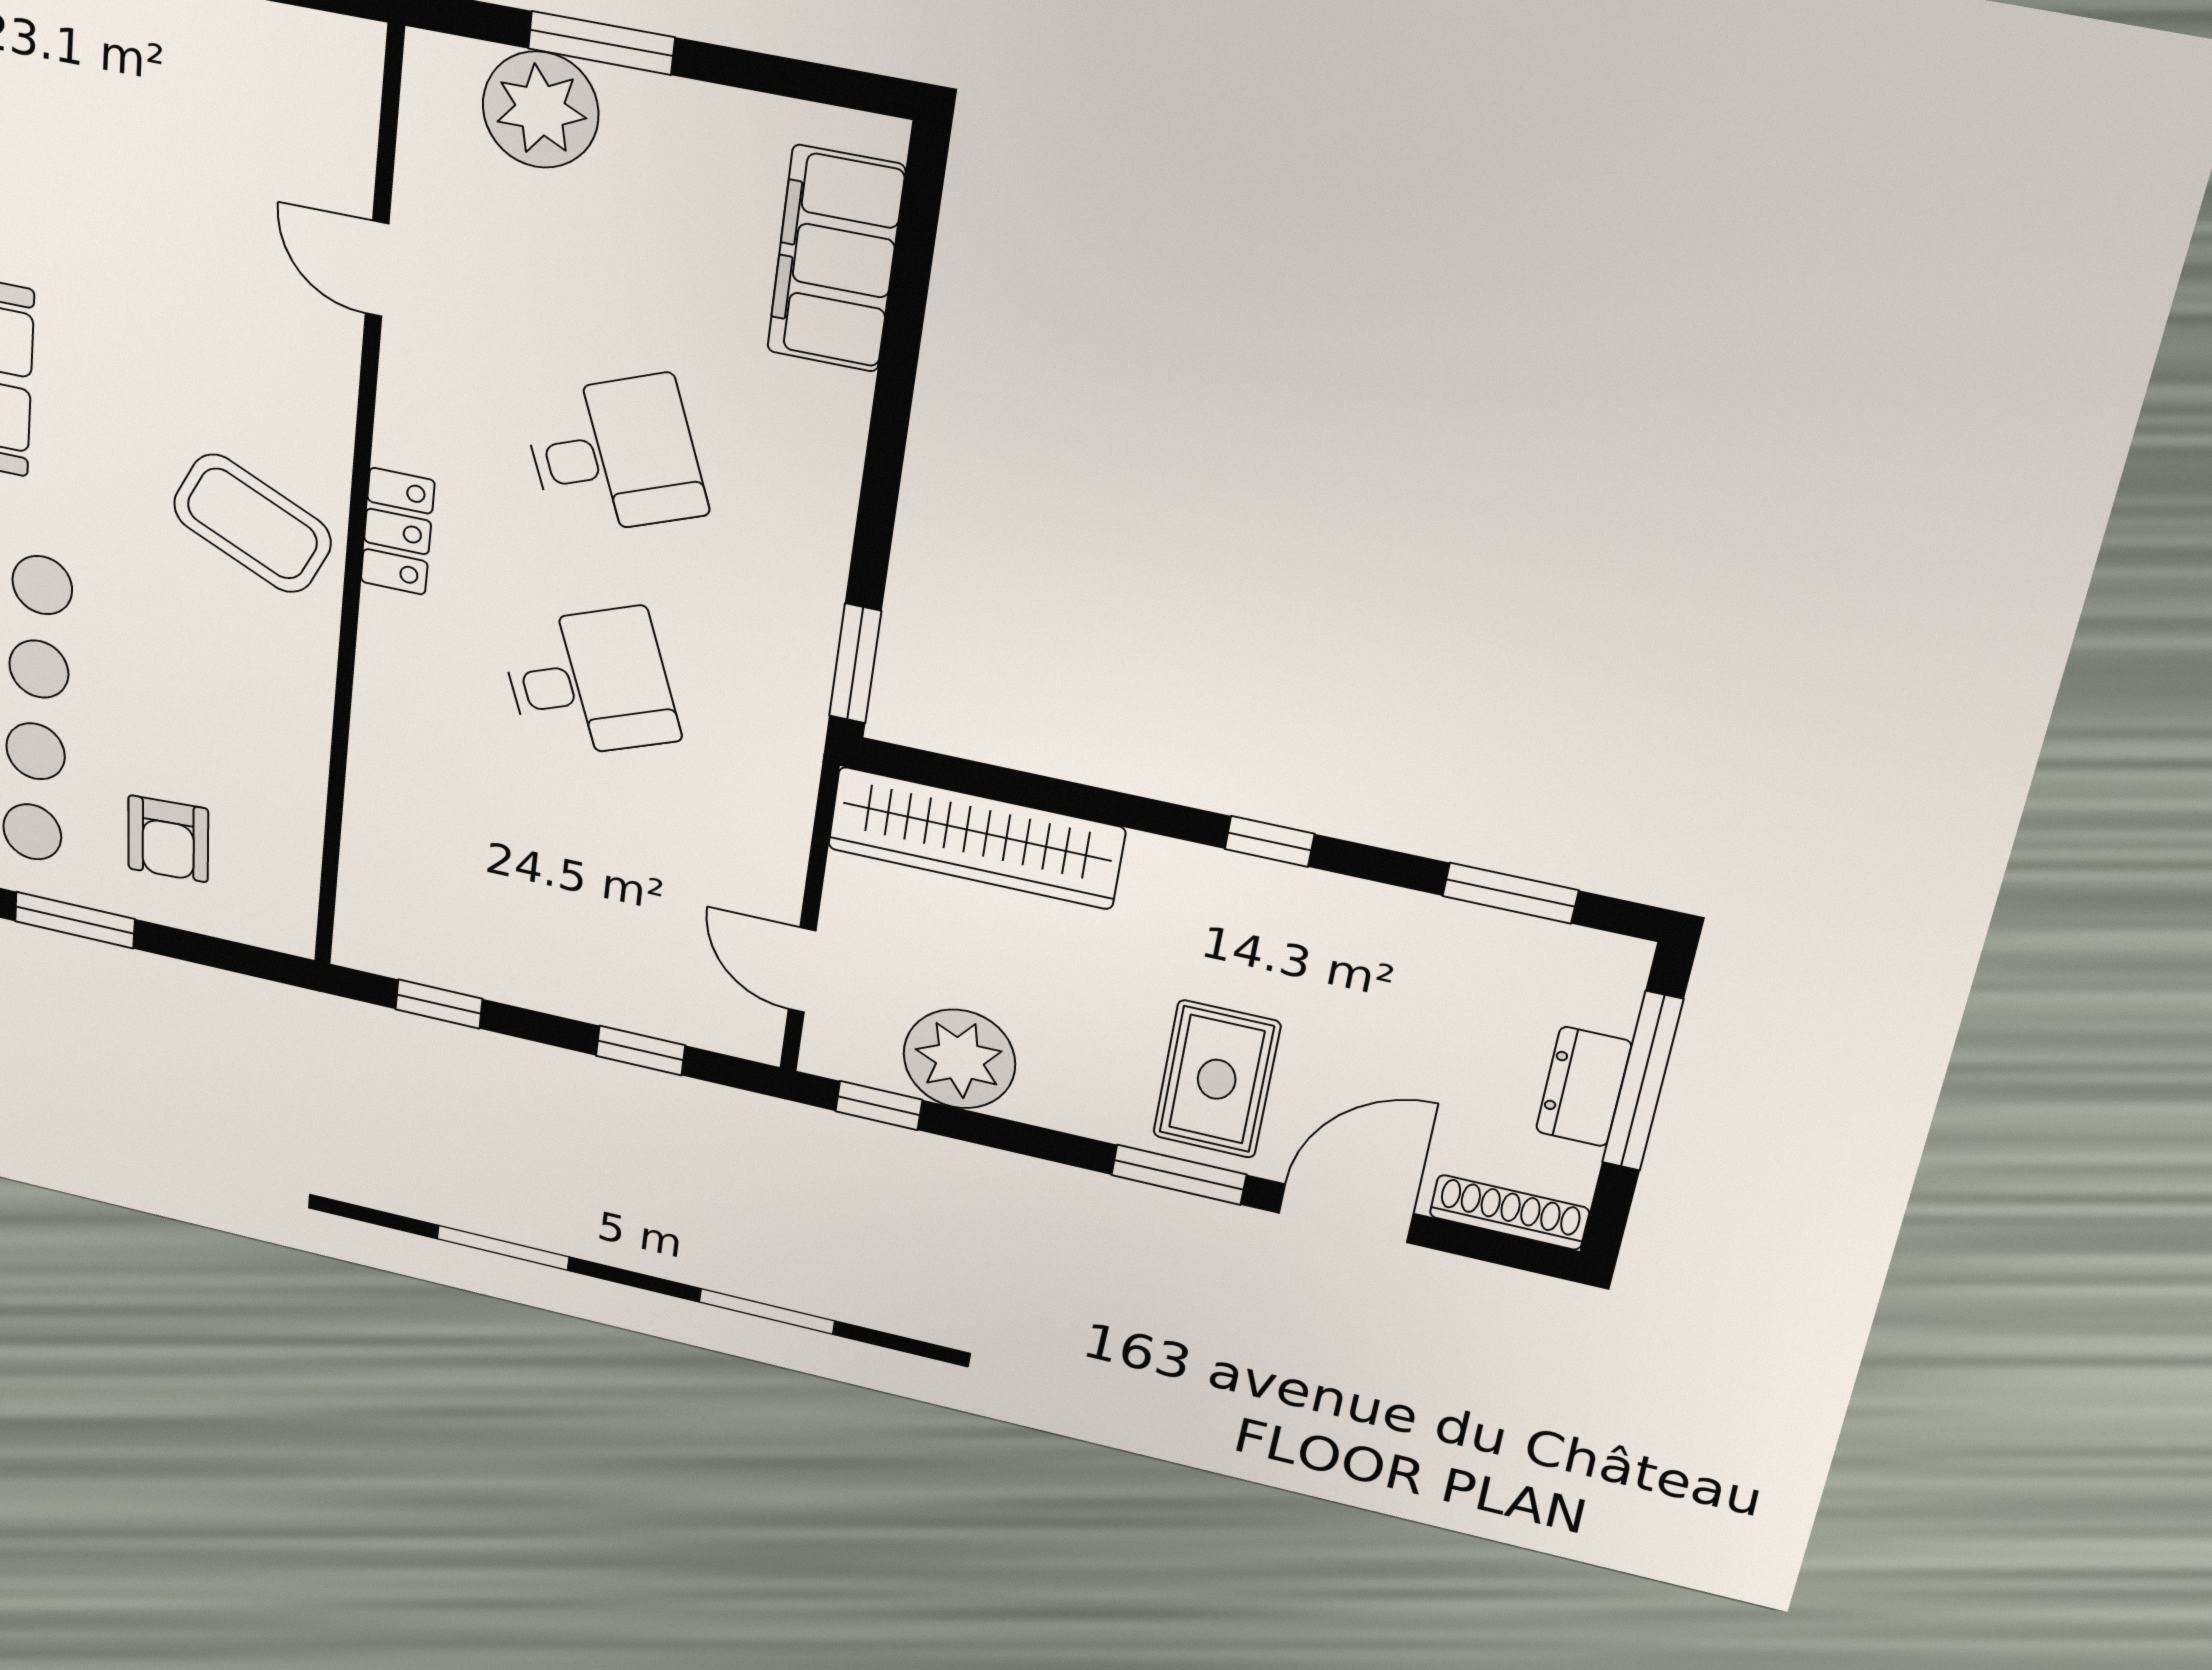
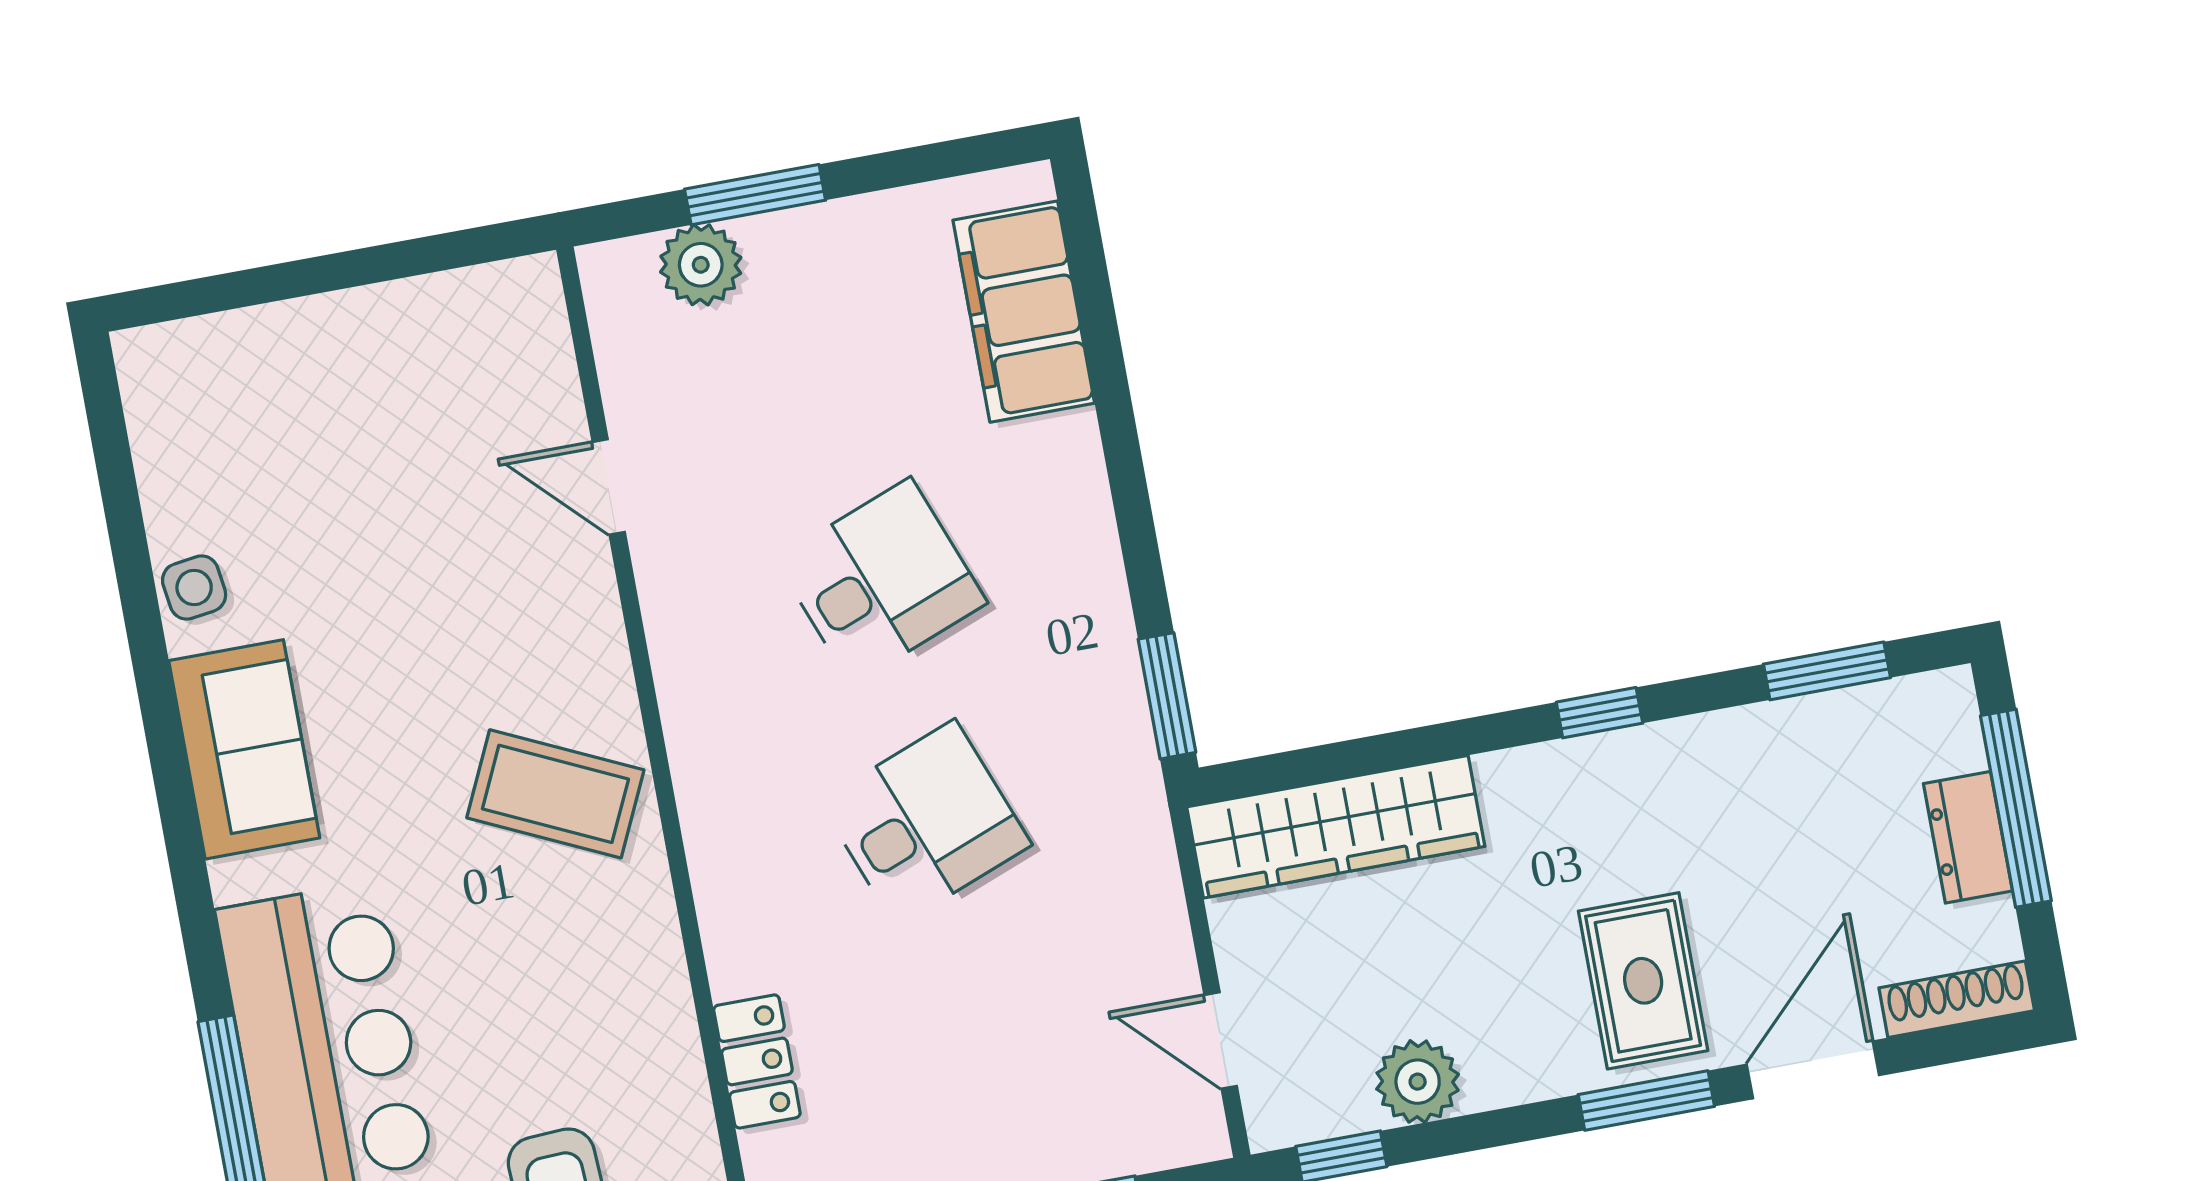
plant: (541, 110) -> (701, 265), width x0.73, depth x0.73
locker: (398, 531) -> (757, 1061), moved
plant: (959, 1059) -> (1418, 1082), width x0.73, depth x0.73

